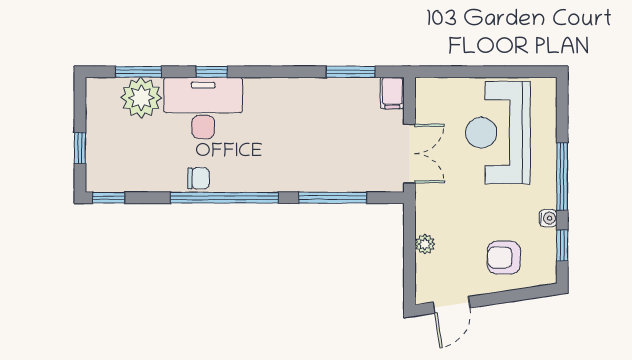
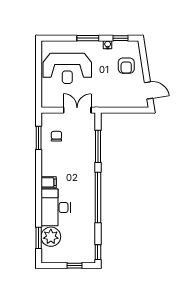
window: (212, 72) -> (39, 203), removed
filing cabinet: (392, 93) -> (49, 182), moved
window: (562, 176) -> (88, 38), width x0.69
chair: (199, 178) -> (56, 136), moved
plant: (425, 244) -> (120, 103), removed

